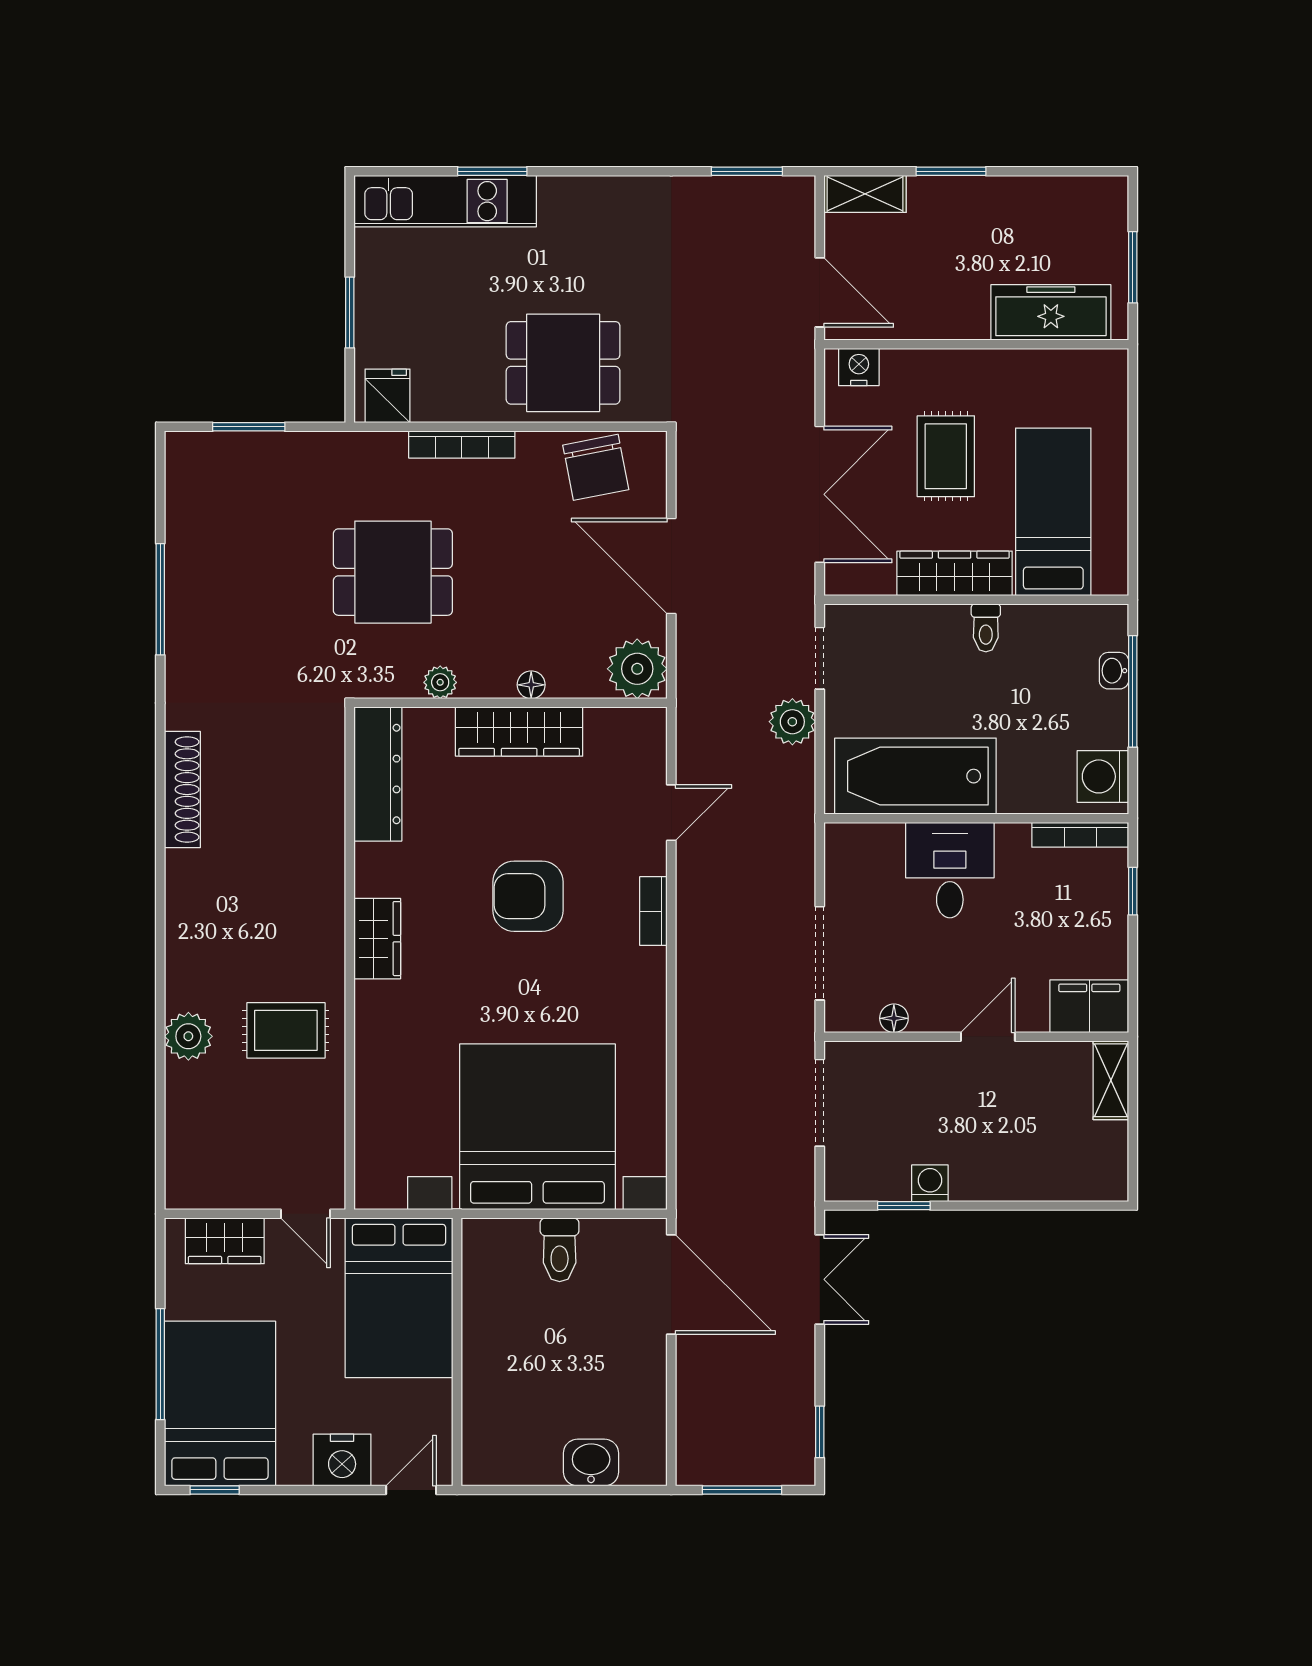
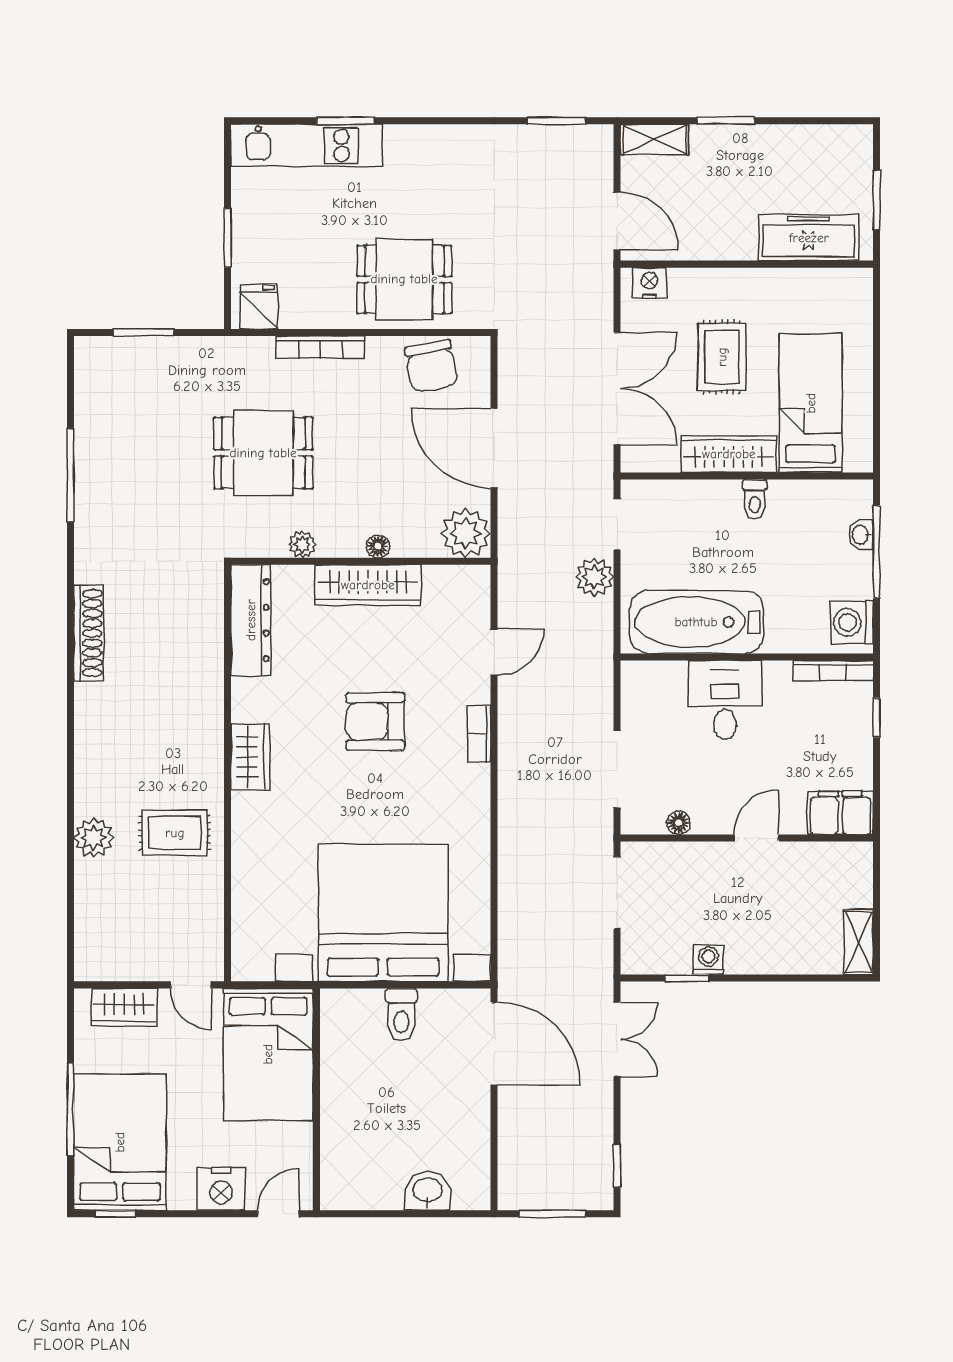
shelving: (1111, 1080) -> (858, 942), moved

